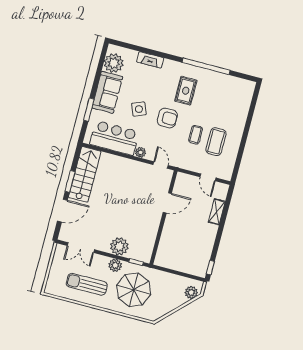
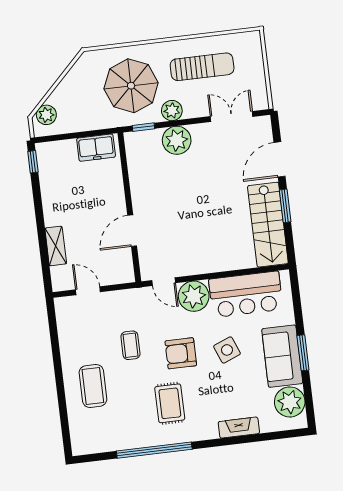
window: (89, 110) -> (303, 353), moved
coffee table: (216, 142) -> (93, 386), moved
plant: (140, 152) -> (194, 296), width x1.88, depth x1.88
freezer: (169, 261) -> (96, 148), added

